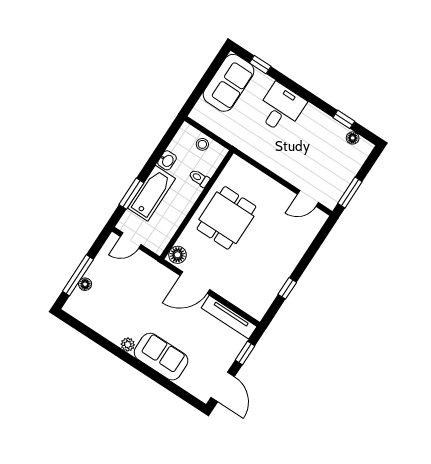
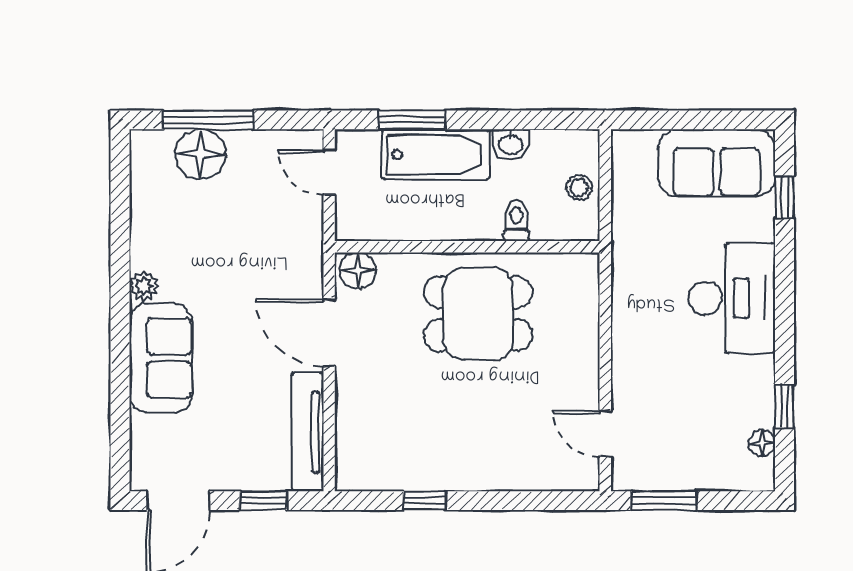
desk: (281, 108) -> (732, 298), width x1.37
floor lamp: (85, 284) -> (200, 154), width x1.89, depth x1.89

